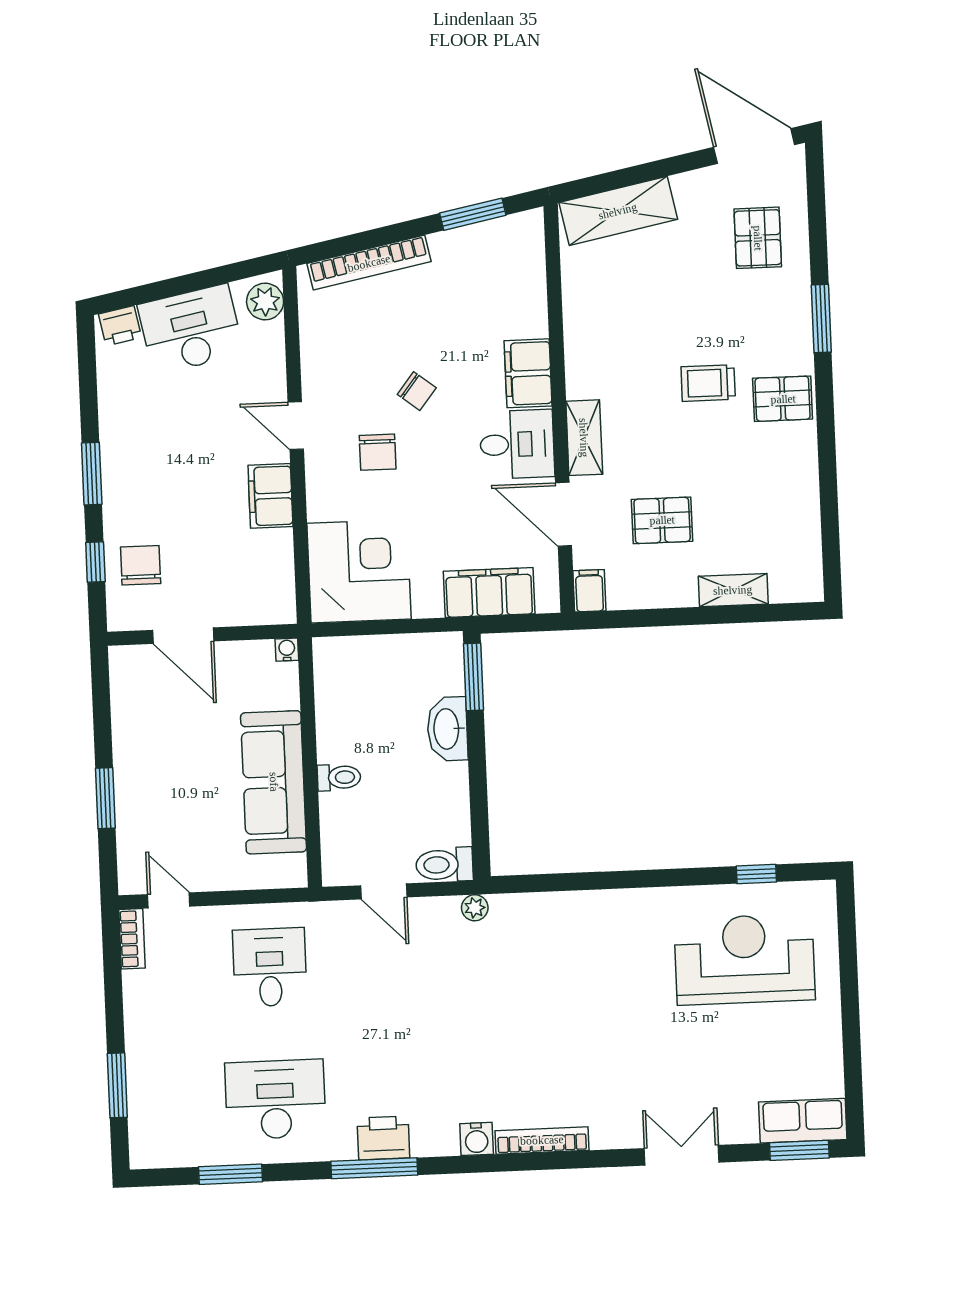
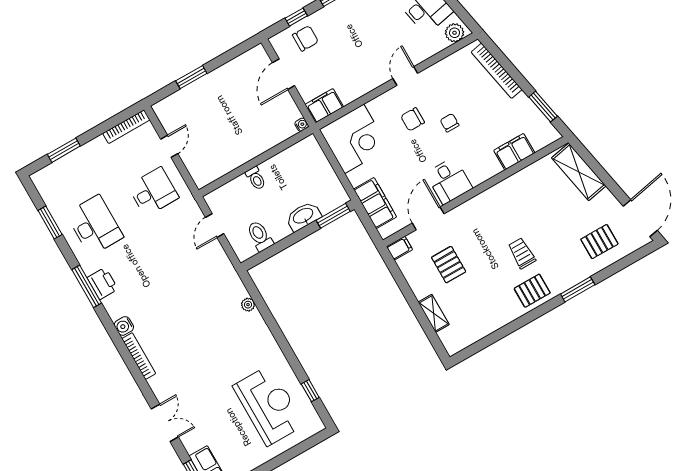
filing cabinet: (528, 373) -> (514, 152), moved
chair: (417, 391) -> (450, 123), turned 142
pallet: (783, 399) -> (532, 291), turned 90
shelving: (584, 438) -> (468, 210), removed
filing cabinet: (270, 496) -> (324, 106), moved
sofa: (274, 782) -> (238, 150), removed
toilet: (444, 865) -> (260, 236), moved
door: (169, 900) -> (169, 146), moved
plant: (475, 908) -> (248, 305), moved
bookcase: (132, 939) -> (126, 127), width x1.56

